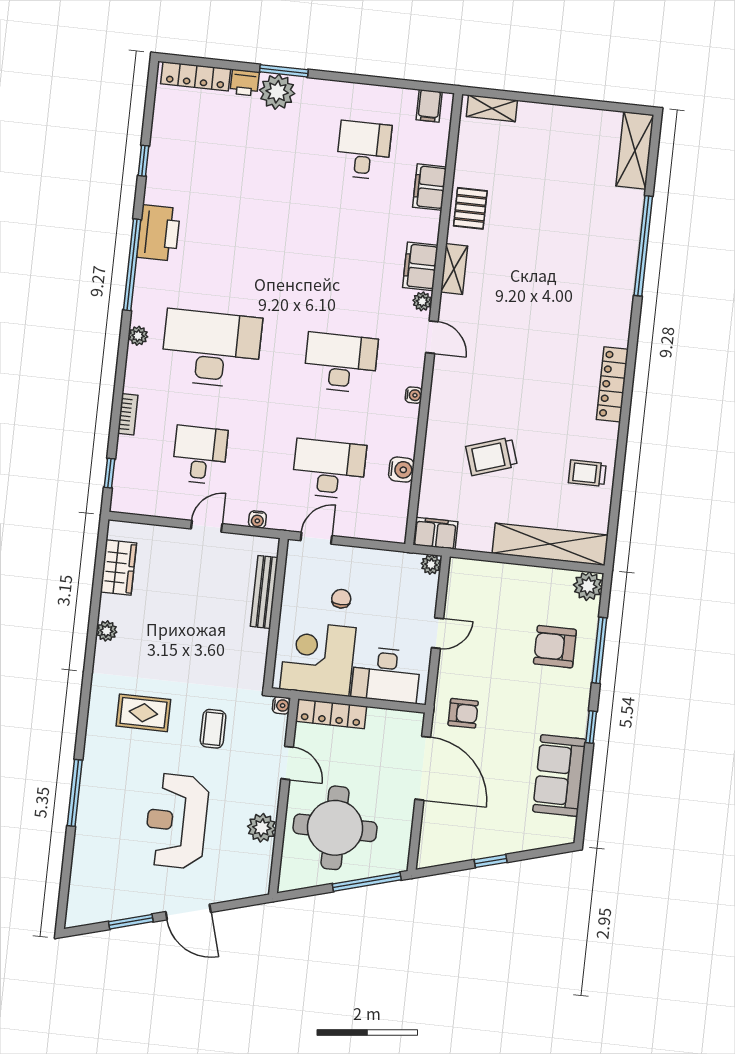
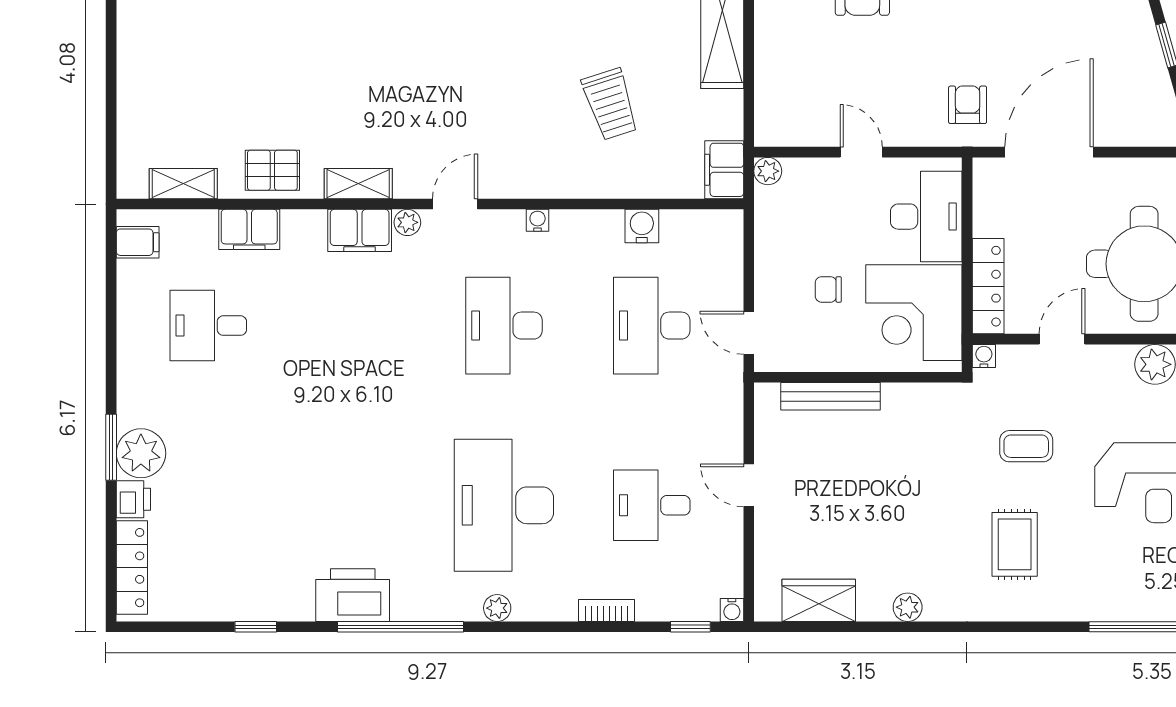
shelving: (492, 108) -> (183, 184), moved, turned 90
water cooler: (257, 520) -> (732, 610), moved, turned 90

